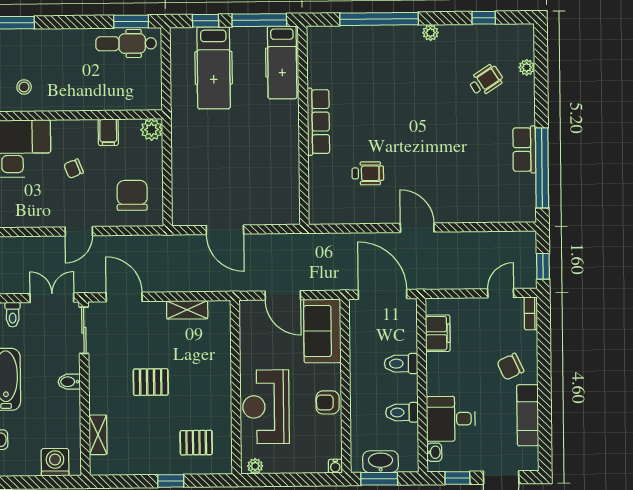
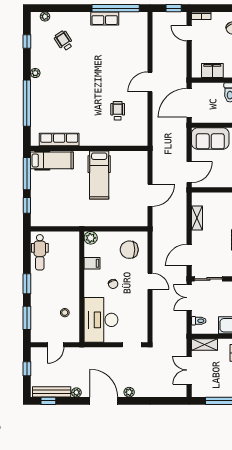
window: (131, 22) -> (27, 284), moved
plant: (527, 67) -> (45, 17), moved
hospital bed: (214, 68) -> (99, 175), moved, turned 90
row of seats: (318, 122) -> (59, 140), moved
door: (283, 295) -> (189, 172), moved

